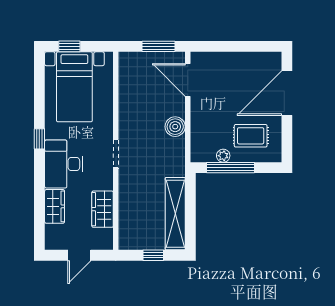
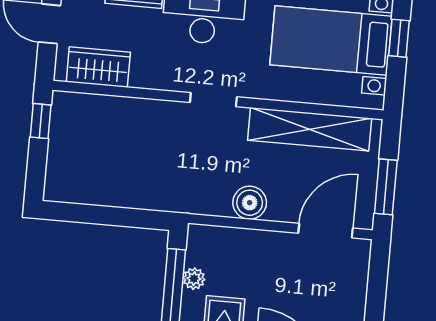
wardrobe: (103, 209) -> (98, 67), moved
shelving: (175, 214) -> (310, 129), moved
window: (153, 255) -> (41, 121), moved

